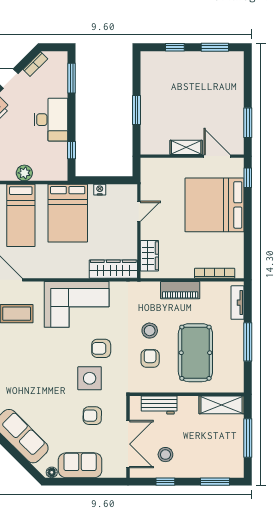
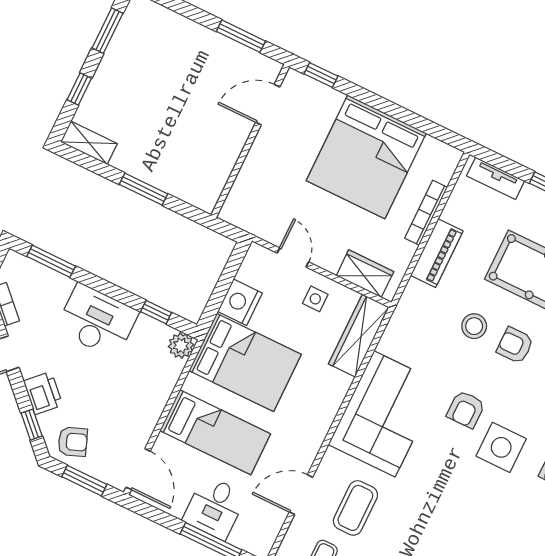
shelving: (186, 147) -> (89, 143), moved, turned 90
plant: (24, 173) -> (181, 346), moved
nightstand: (100, 190) -> (240, 302), width x1.89, depth x1.79
bed: (215, 205) -> (366, 157), moved
side table: (122, 235) -> (315, 299), added
bookcase: (215, 273) -> (426, 213), moved

